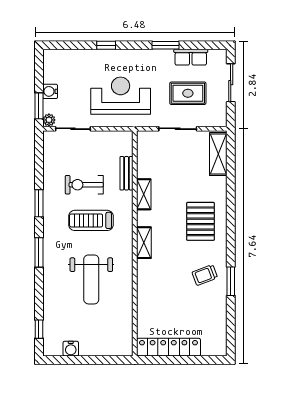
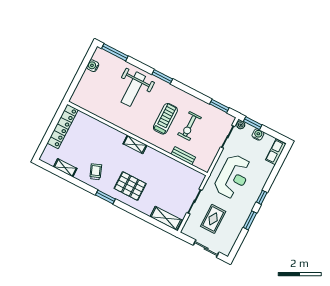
window: (106, 45) -> (262, 197), moved
row of seats: (191, 57) -> (276, 152), moved
exercise bike: (84, 185) -> (190, 126), turned 180
shelving: (144, 194) -> (65, 168), moved
window: (39, 203) -> (219, 106), moved
weight bench: (91, 279) -> (133, 89), moved, turned -90
window: (231, 281) -> (105, 197), moved
window: (39, 329) -> (115, 52), width x2.17

